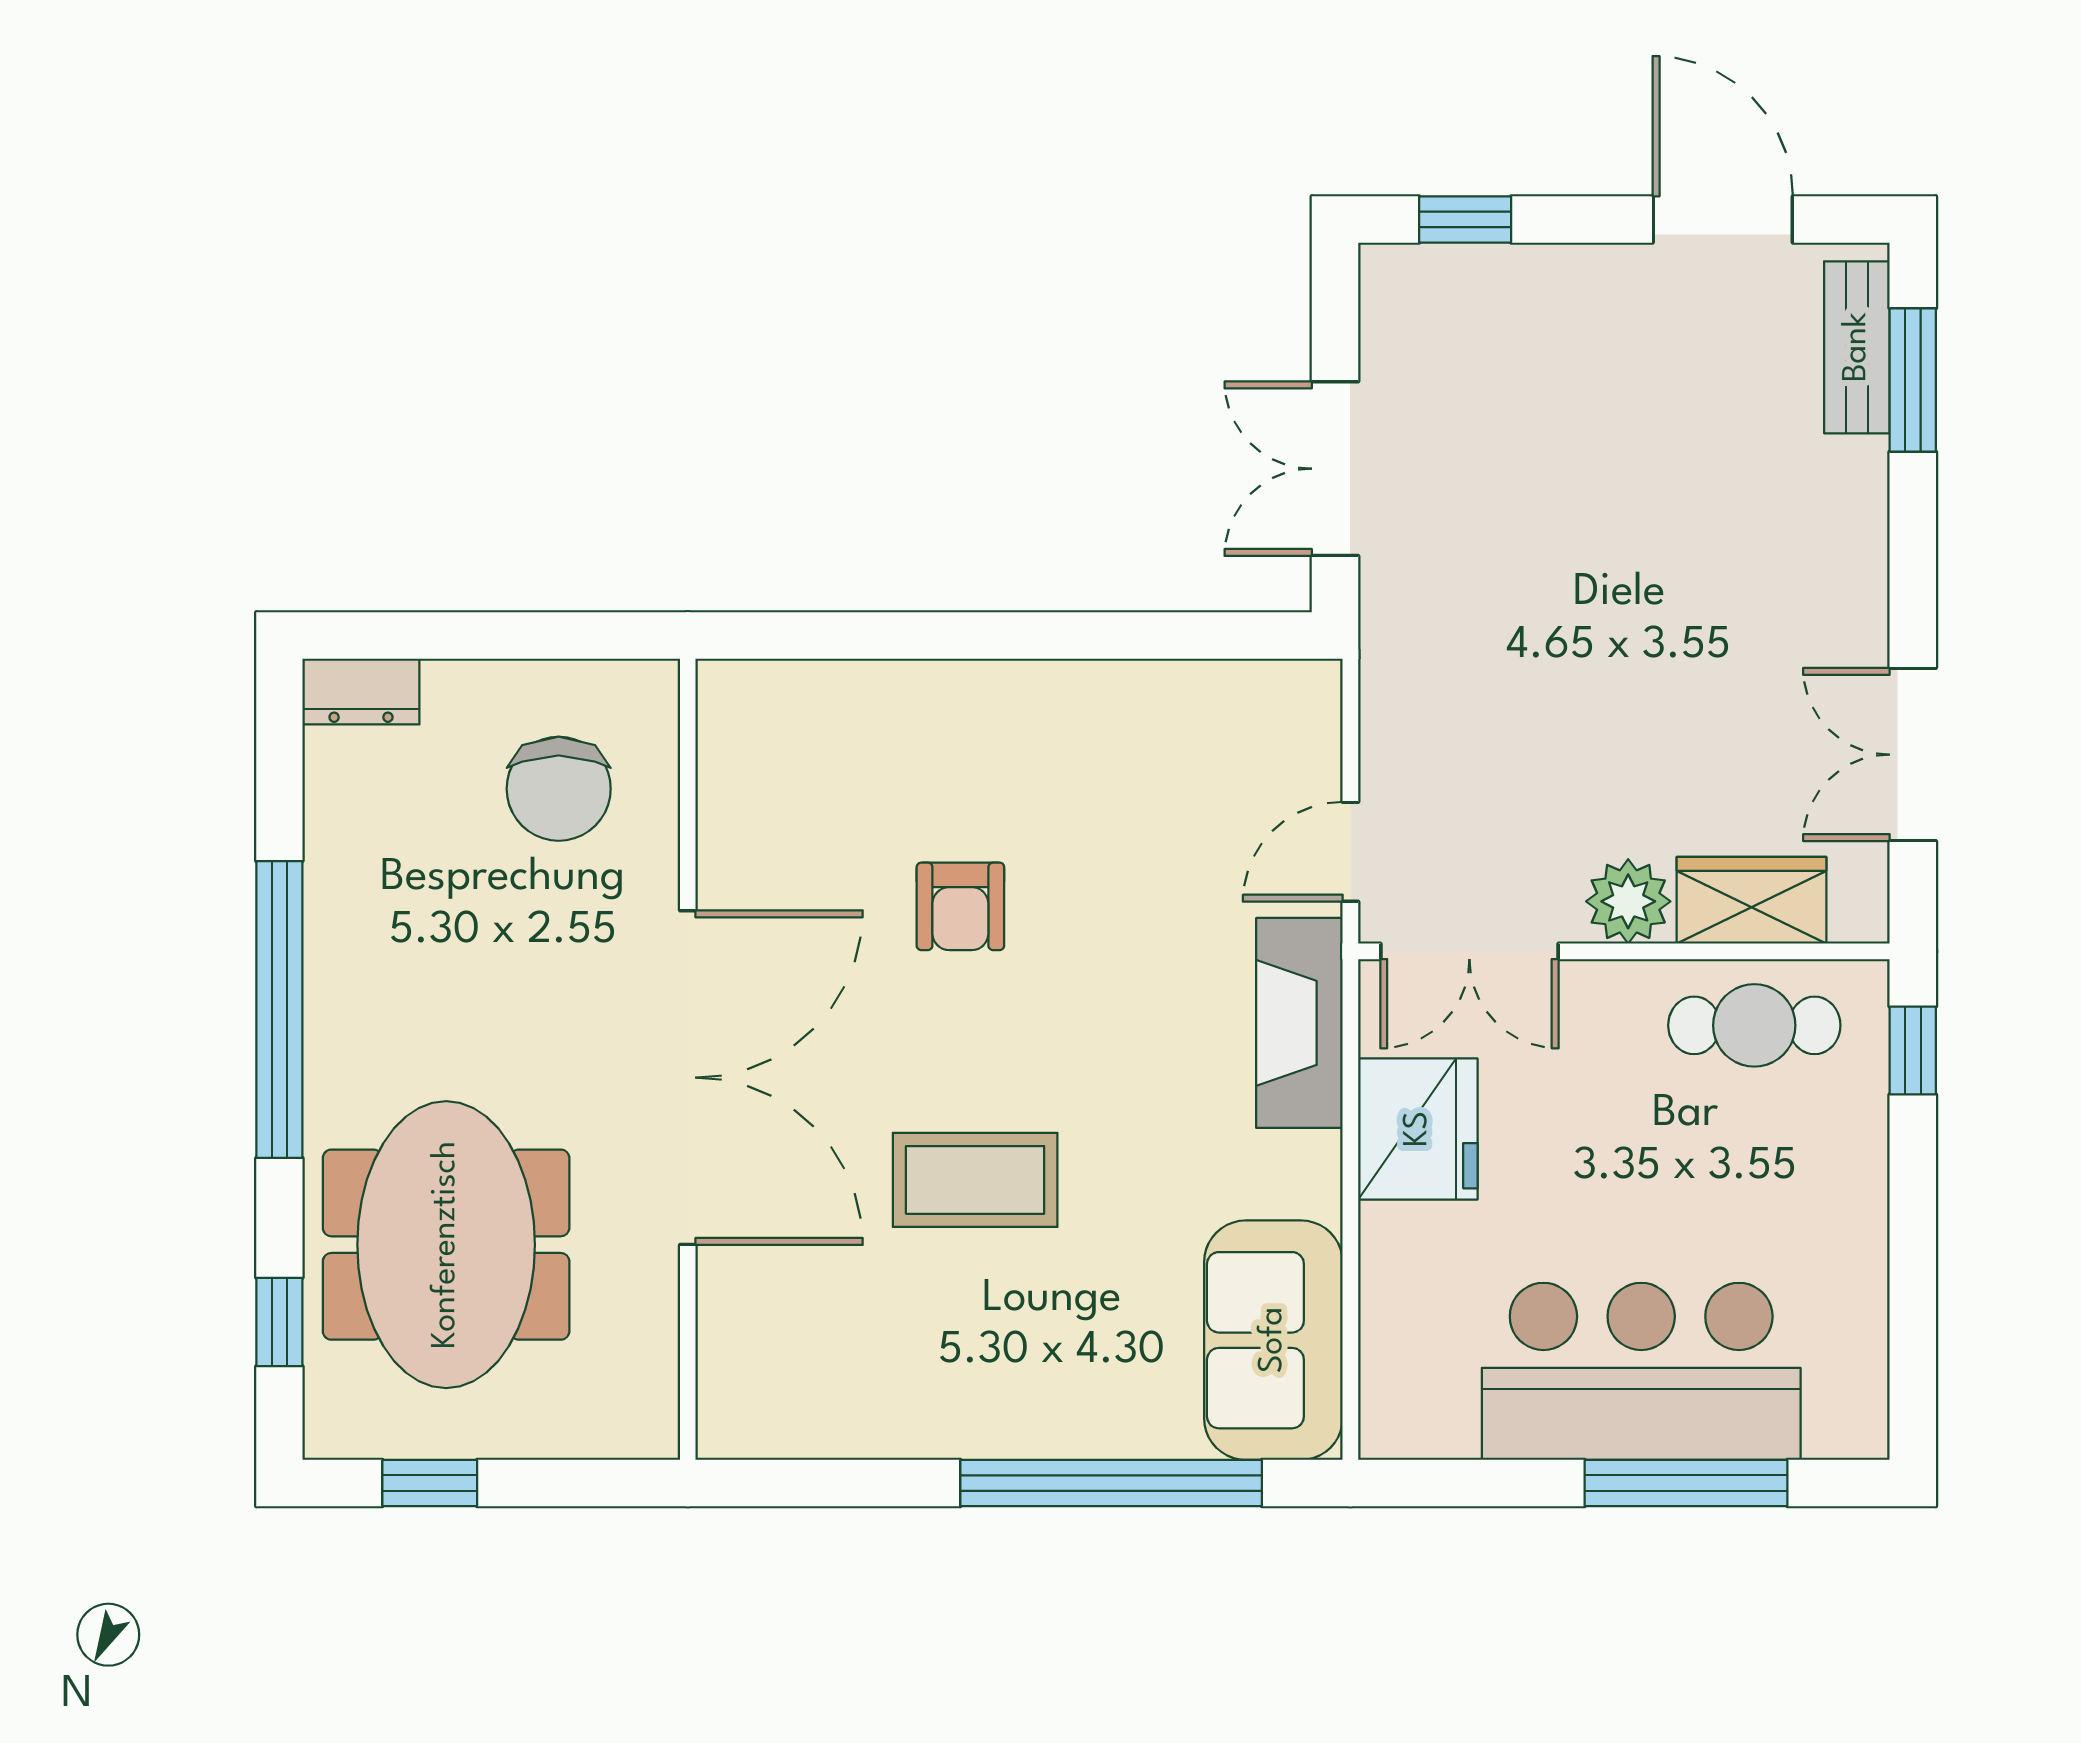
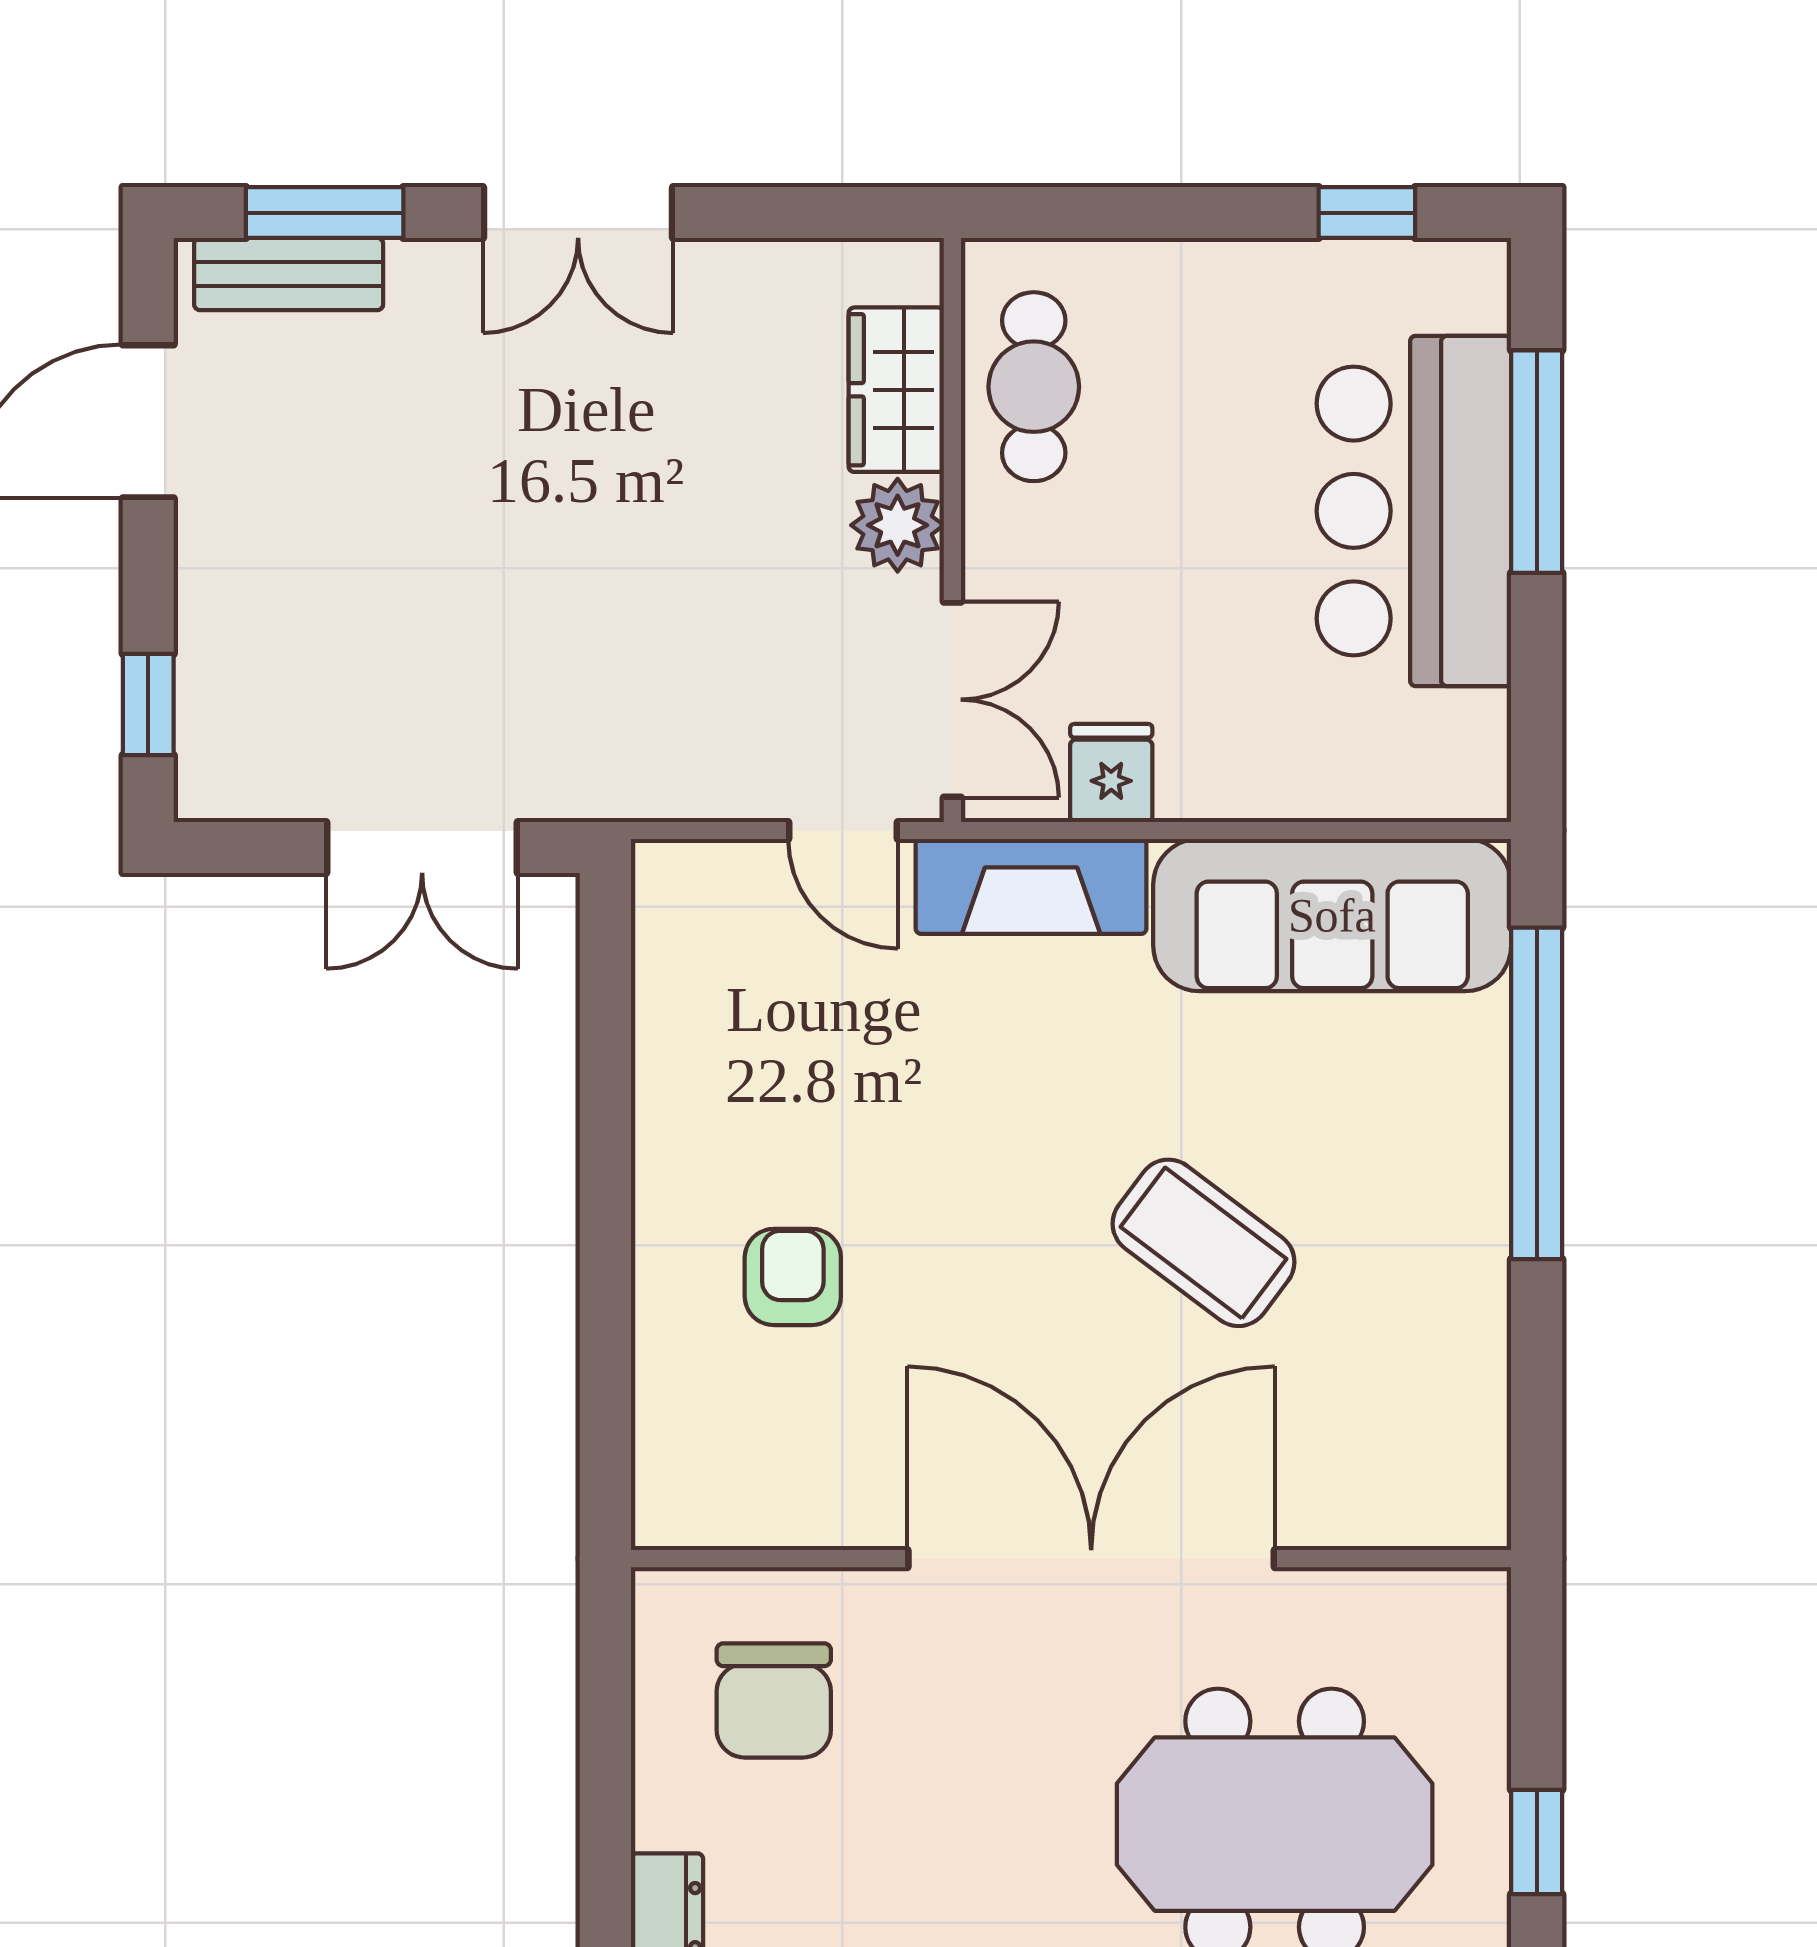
double door: (1913, 755) -> (578, 213), moved
chair: (559, 789) -> (774, 1700), turned 90
armchair: (960, 906) -> (793, 1277), moved, turned -90
window: (1913, 1050) -> (1367, 213), moved
fridge: (1418, 1129) -> (1111, 773), width x0.53, depth x0.75
coffee table: (975, 1180) -> (1204, 1243), turned -53
sofa: (1273, 1340) -> (1332, 915), width x1.36

